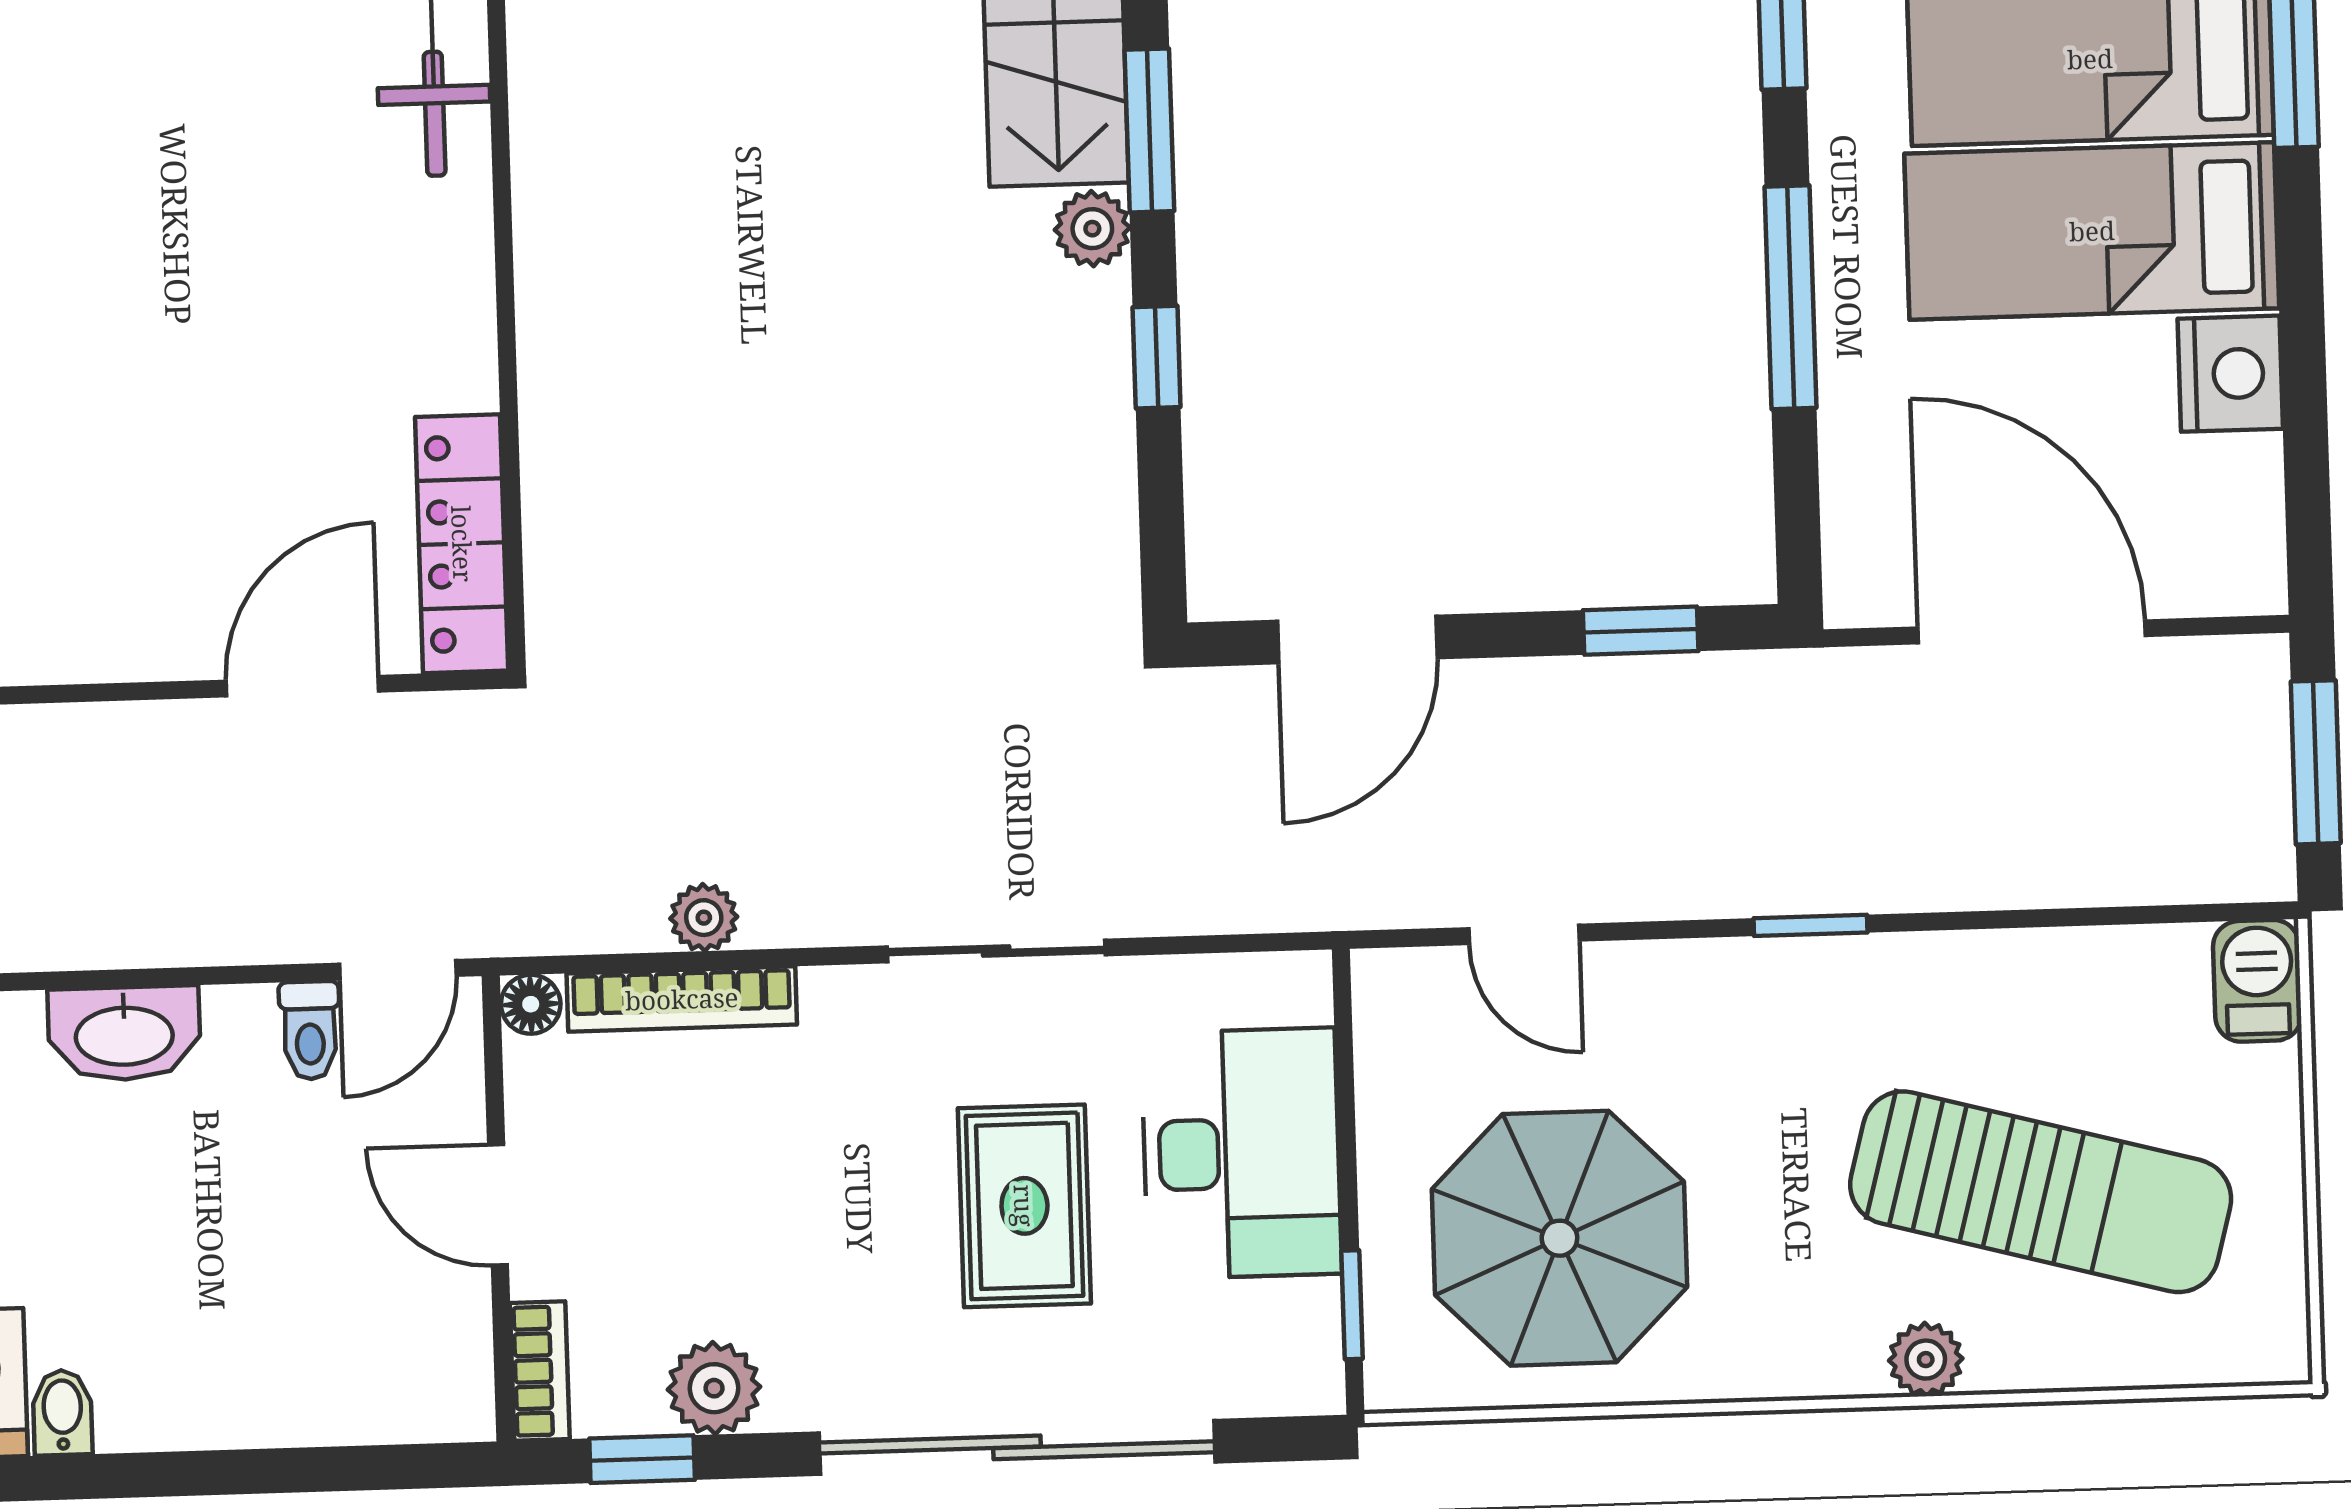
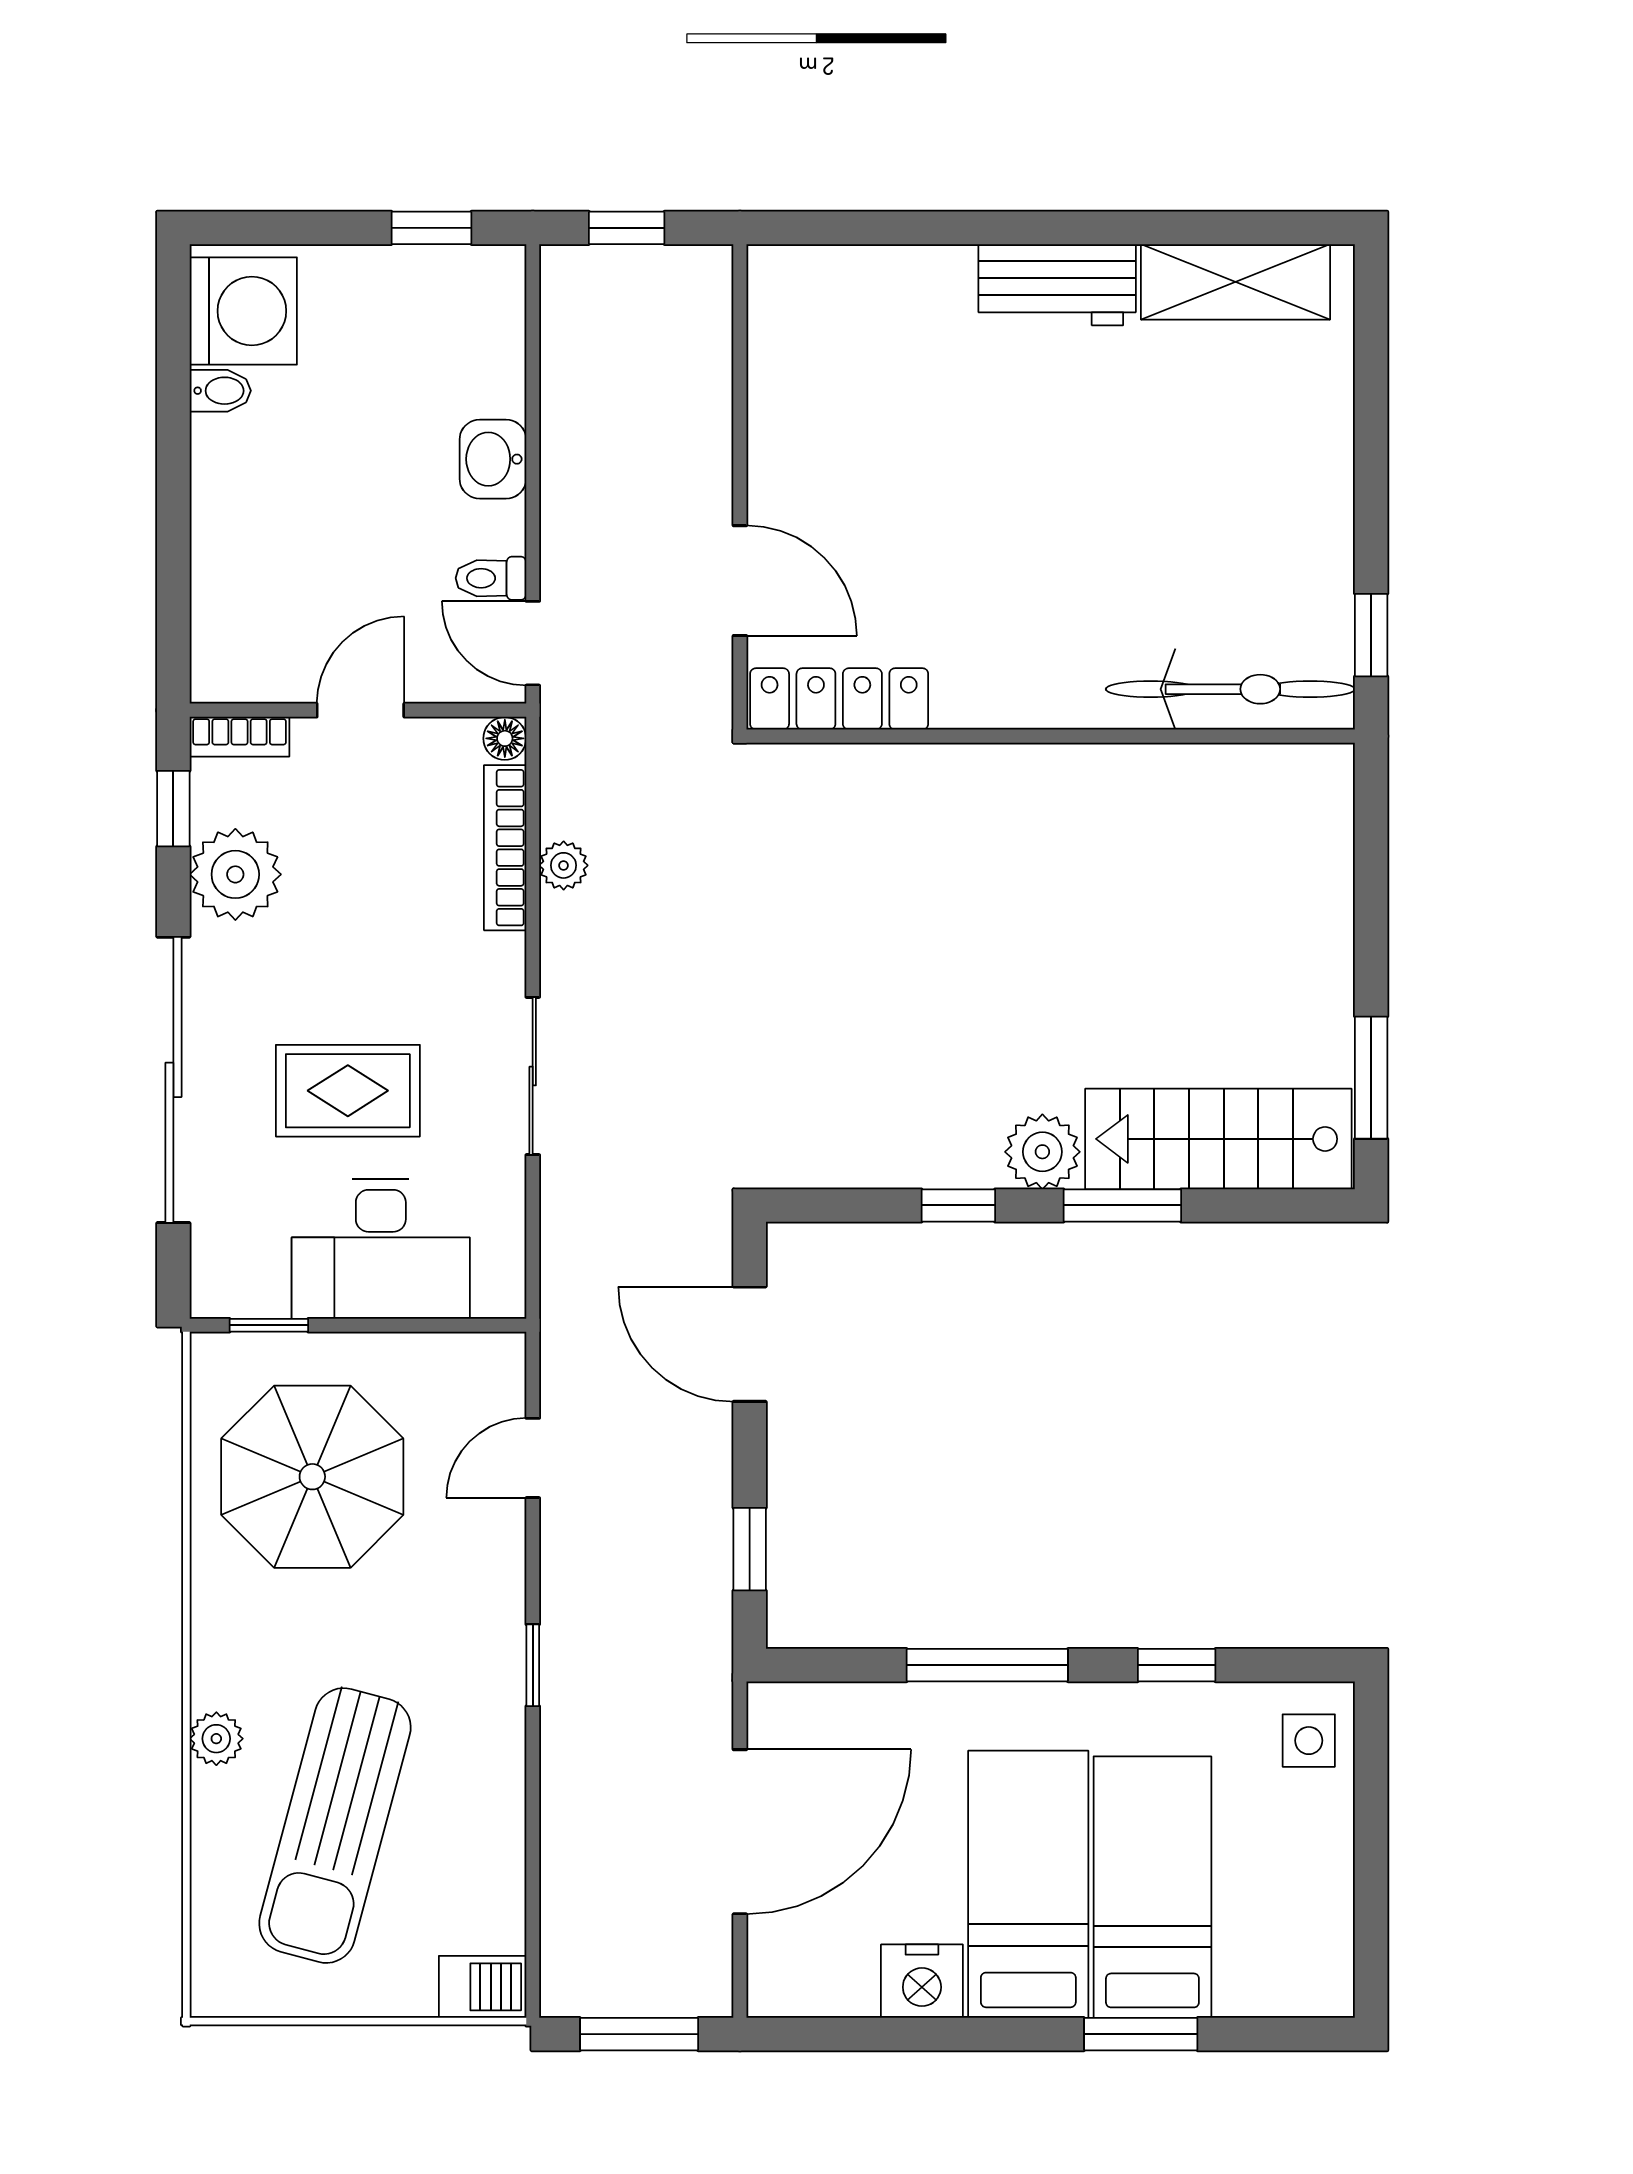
plant: (1092, 229) -> (1042, 1152), width x1.38, depth x1.38
washbasin: (124, 1033) -> (493, 459), width x0.72
plant: (714, 1388) -> (235, 874), width x1.36, depth x1.36

